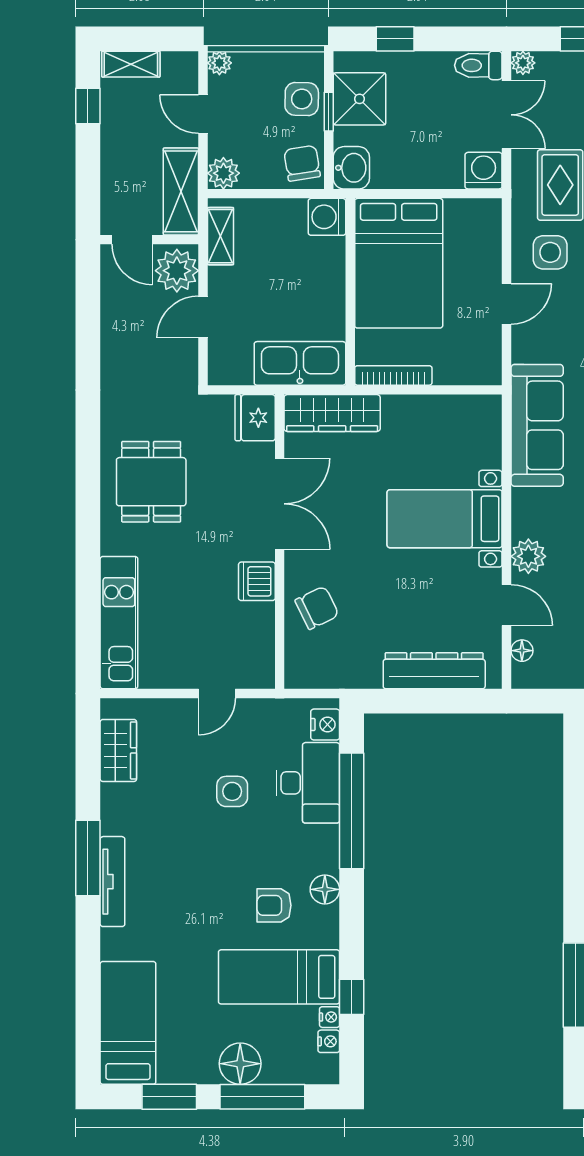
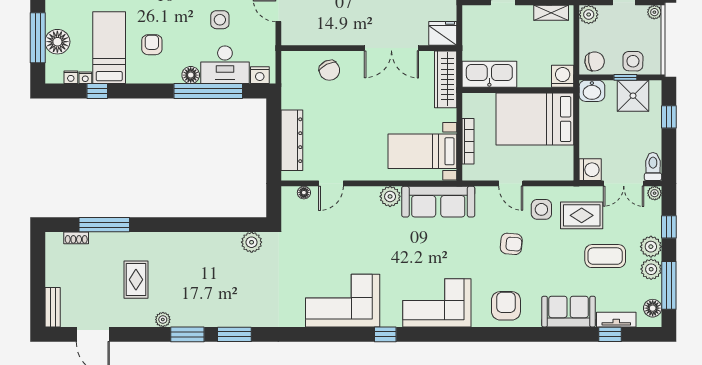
kitchen sink: (300, 363) -> (489, 74), moved, turned -90
bookcase: (393, 375) -> (468, 141), moved
bed with nightstands: (445, 519) -> (422, 151), moved, turned -90
plant: (528, 556) -> (390, 196), moved
dishwasher: (257, 581) -> (345, 34), removed
floor lamp: (325, 889) -> (191, 75), moved
floor lamp: (240, 1064) -> (57, 42), moved

